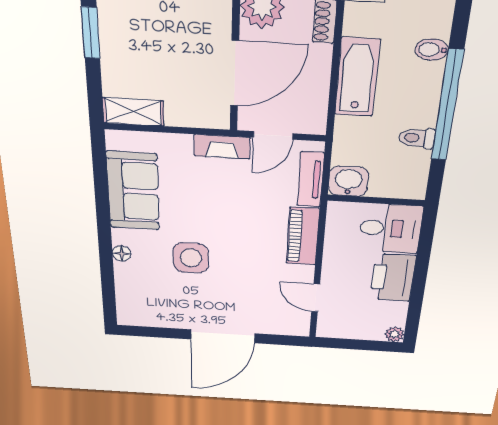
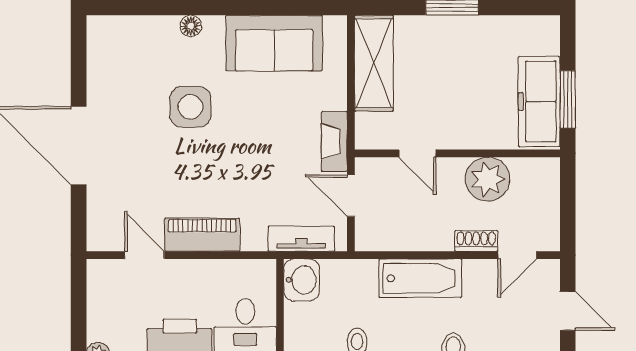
door: (235, 74) -> (417, 153), width x0.53
shelving: (133, 112) -> (374, 63), width x1.50, depth x1.33
piano: (303, 236) -> (202, 235), moved
door: (316, 298) -> (144, 255), hinge flipped

